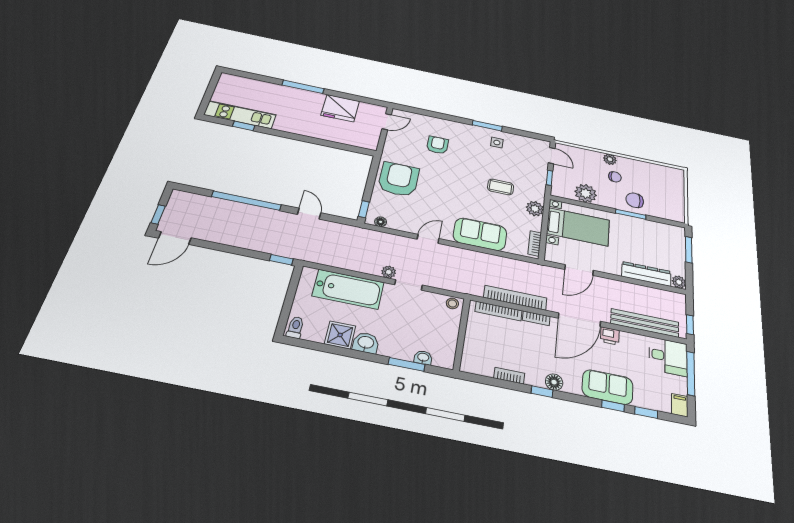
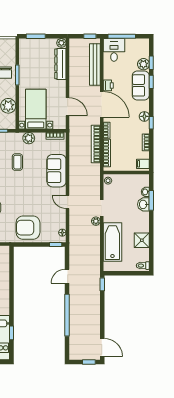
washbasin: (366, 343) -> (143, 204), moved
plant: (644, 399) -> (143, 64), added
filing cabinet: (680, 405) -> (143, 164), moved

